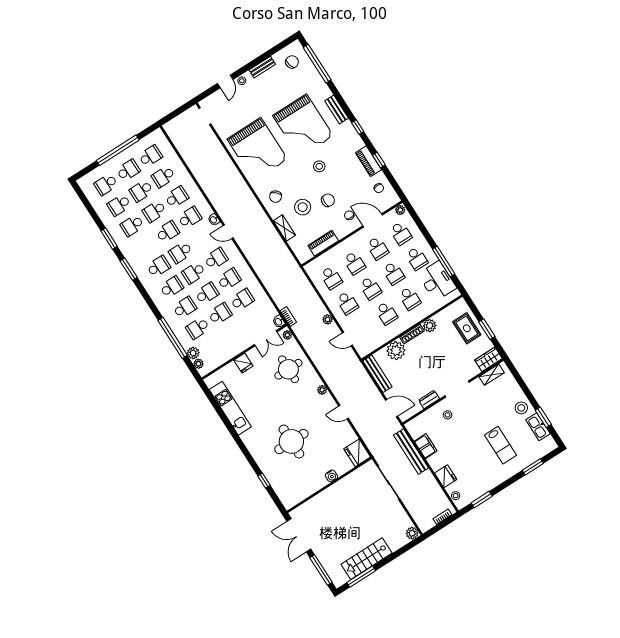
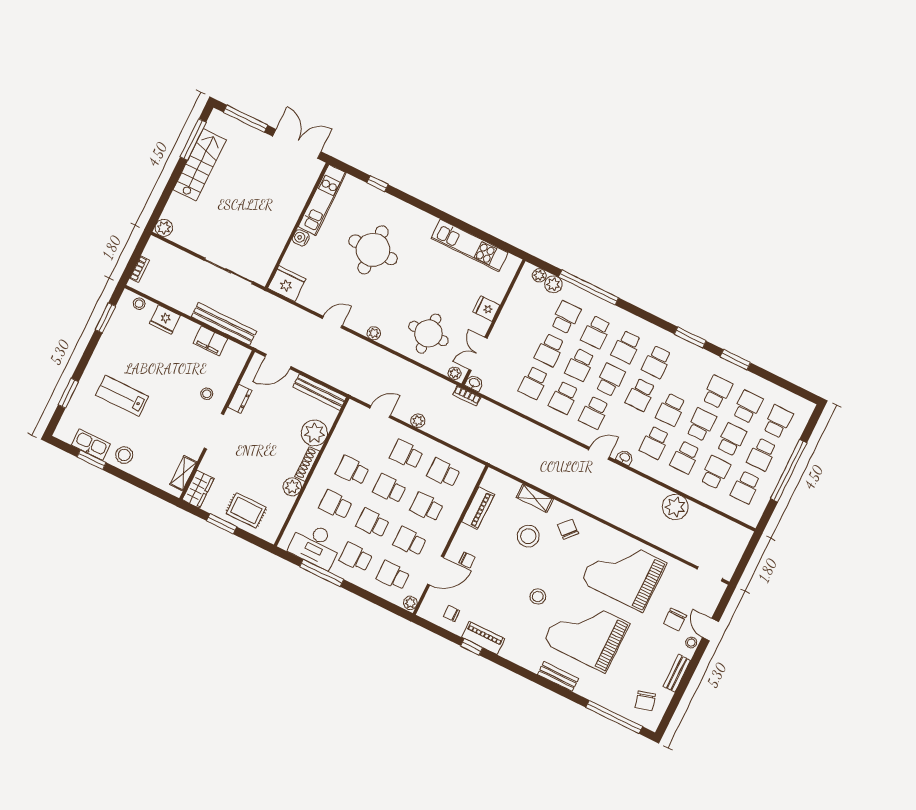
window: (358, 127) -> (520, 671), removed
plant: (201, 170) -> (675, 507), added
chair: (328, 200) -> (675, 619), moved
school desk: (181, 252) -> (641, 395), turned 180
kitchen unit: (304, 491) -> (322, 200), added

